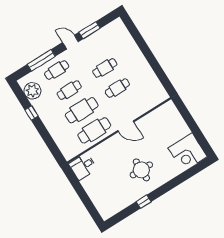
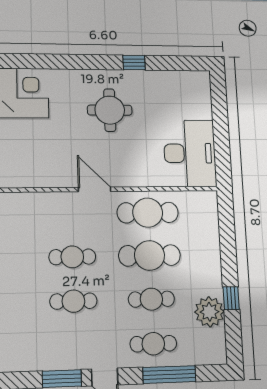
plant: (32, 91) -> (209, 312), moved
desk: (83, 166) -> (190, 153), width x1.87, depth x1.30

